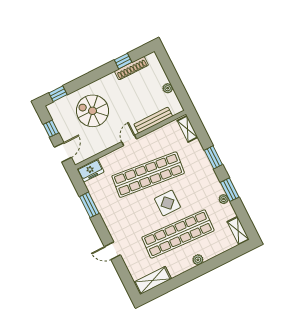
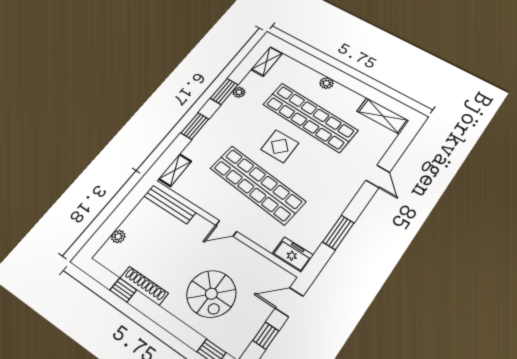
shoe rack: (131, 68) -> (144, 286), moved
plant: (168, 88) -> (118, 236), moved
bench: (153, 120) -> (170, 204), moved

